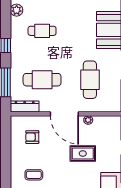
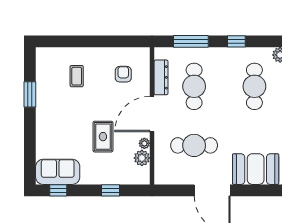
cafe table: (42, 31) -> (254, 86), width x1.37, depth x1.35
dresser: (25, 106) -> (161, 77), moved
plant: (100, 122) -> (142, 158), added

